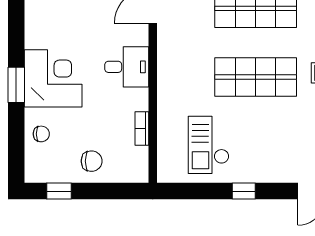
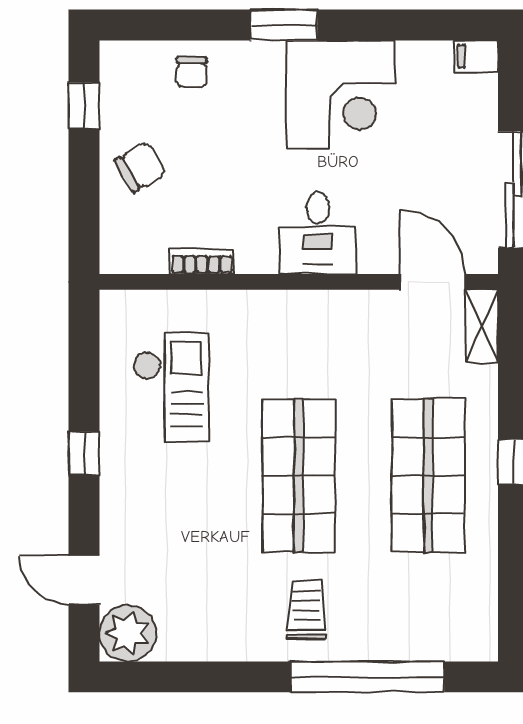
corner desk: (53, 78) -> (340, 94), moved
checkout: (209, 145) -> (171, 387), turned 90
chair: (92, 161) -> (140, 167), turned -120

